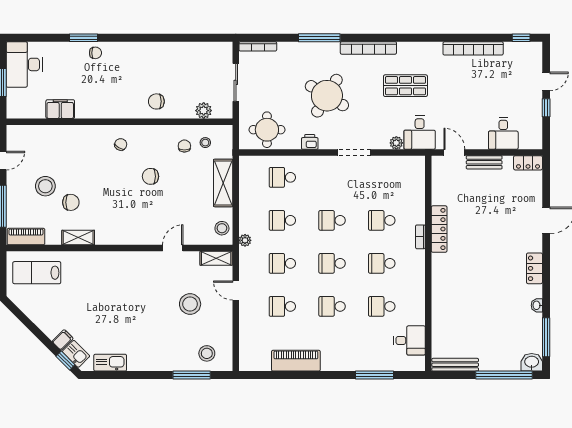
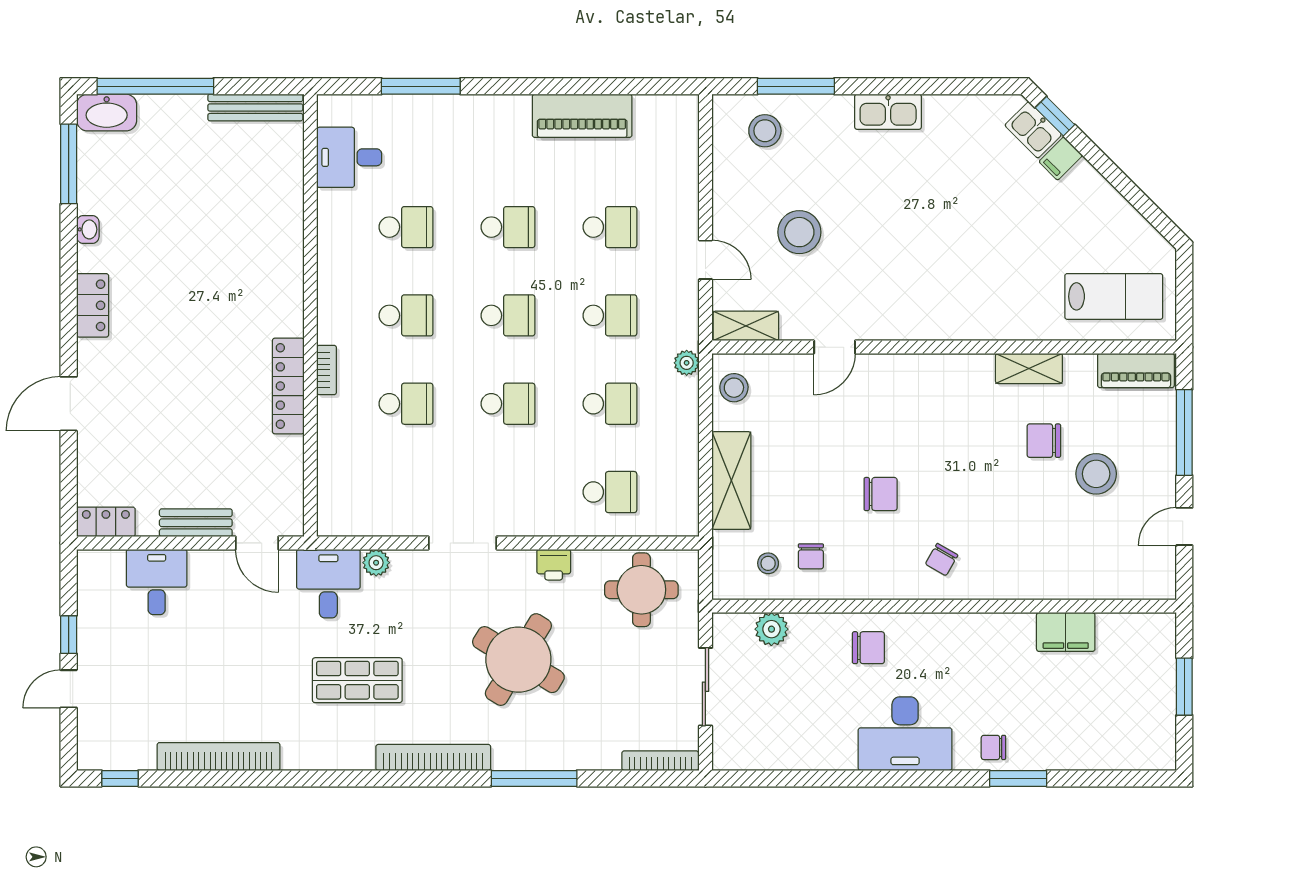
desk: (24, 64) -> (905, 734), moved, turned 90
washbasin: (532, 362) -> (107, 113), width x1.38
kitchen sink: (110, 363) -> (888, 112), moved

